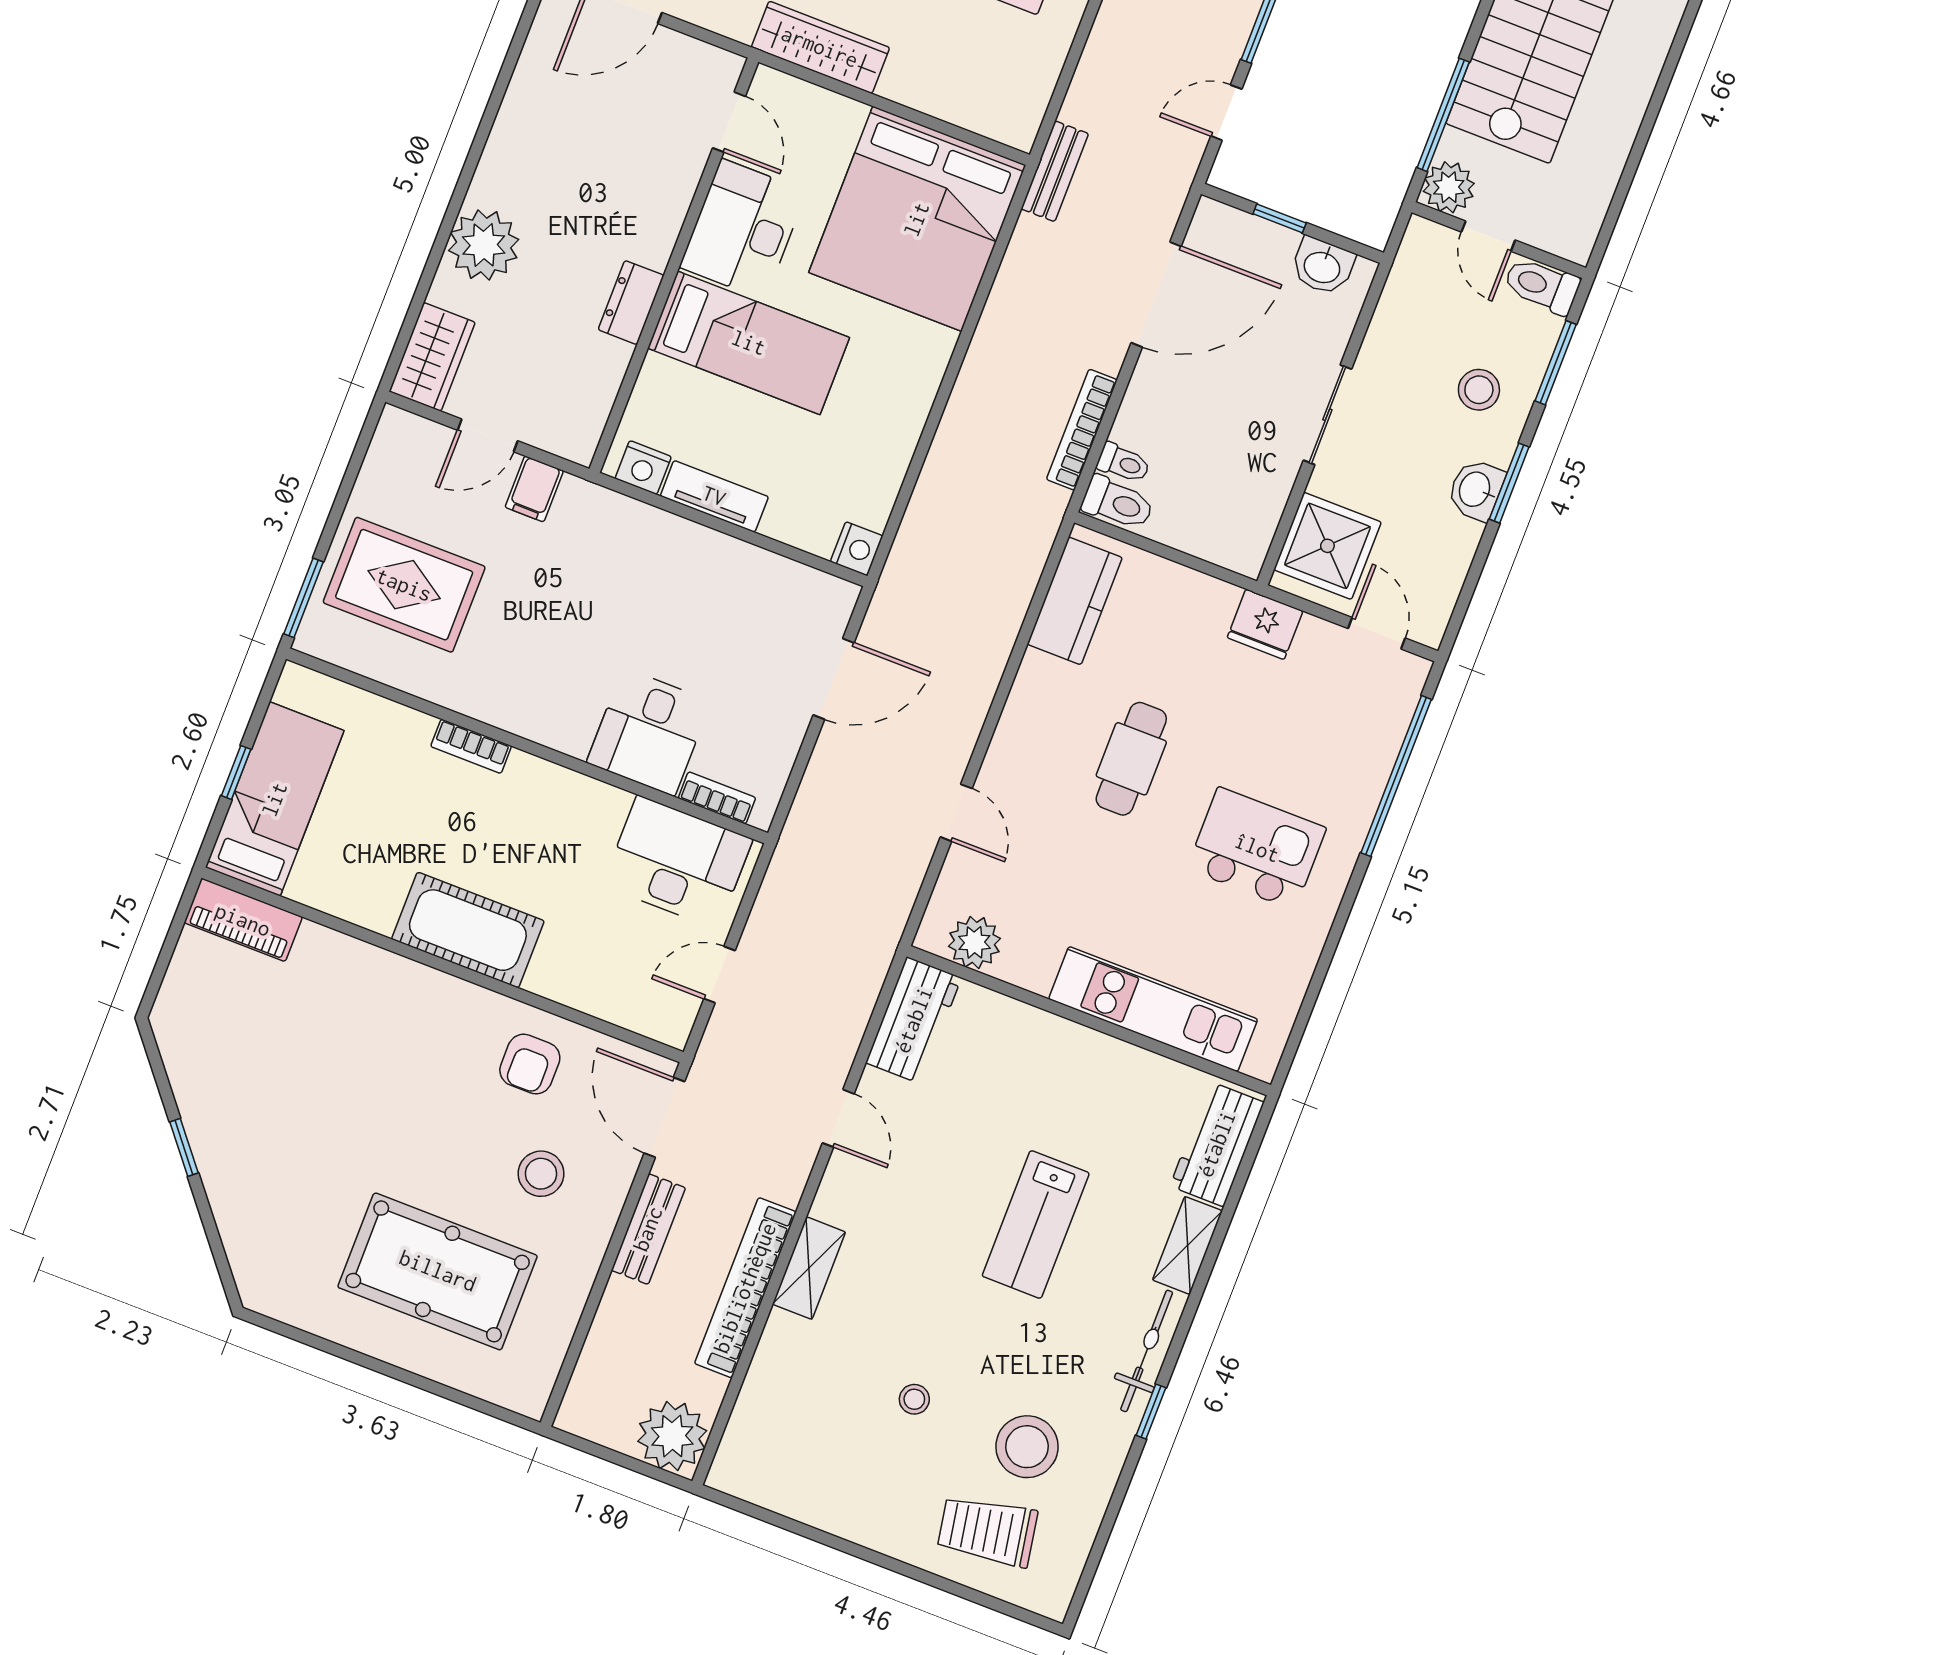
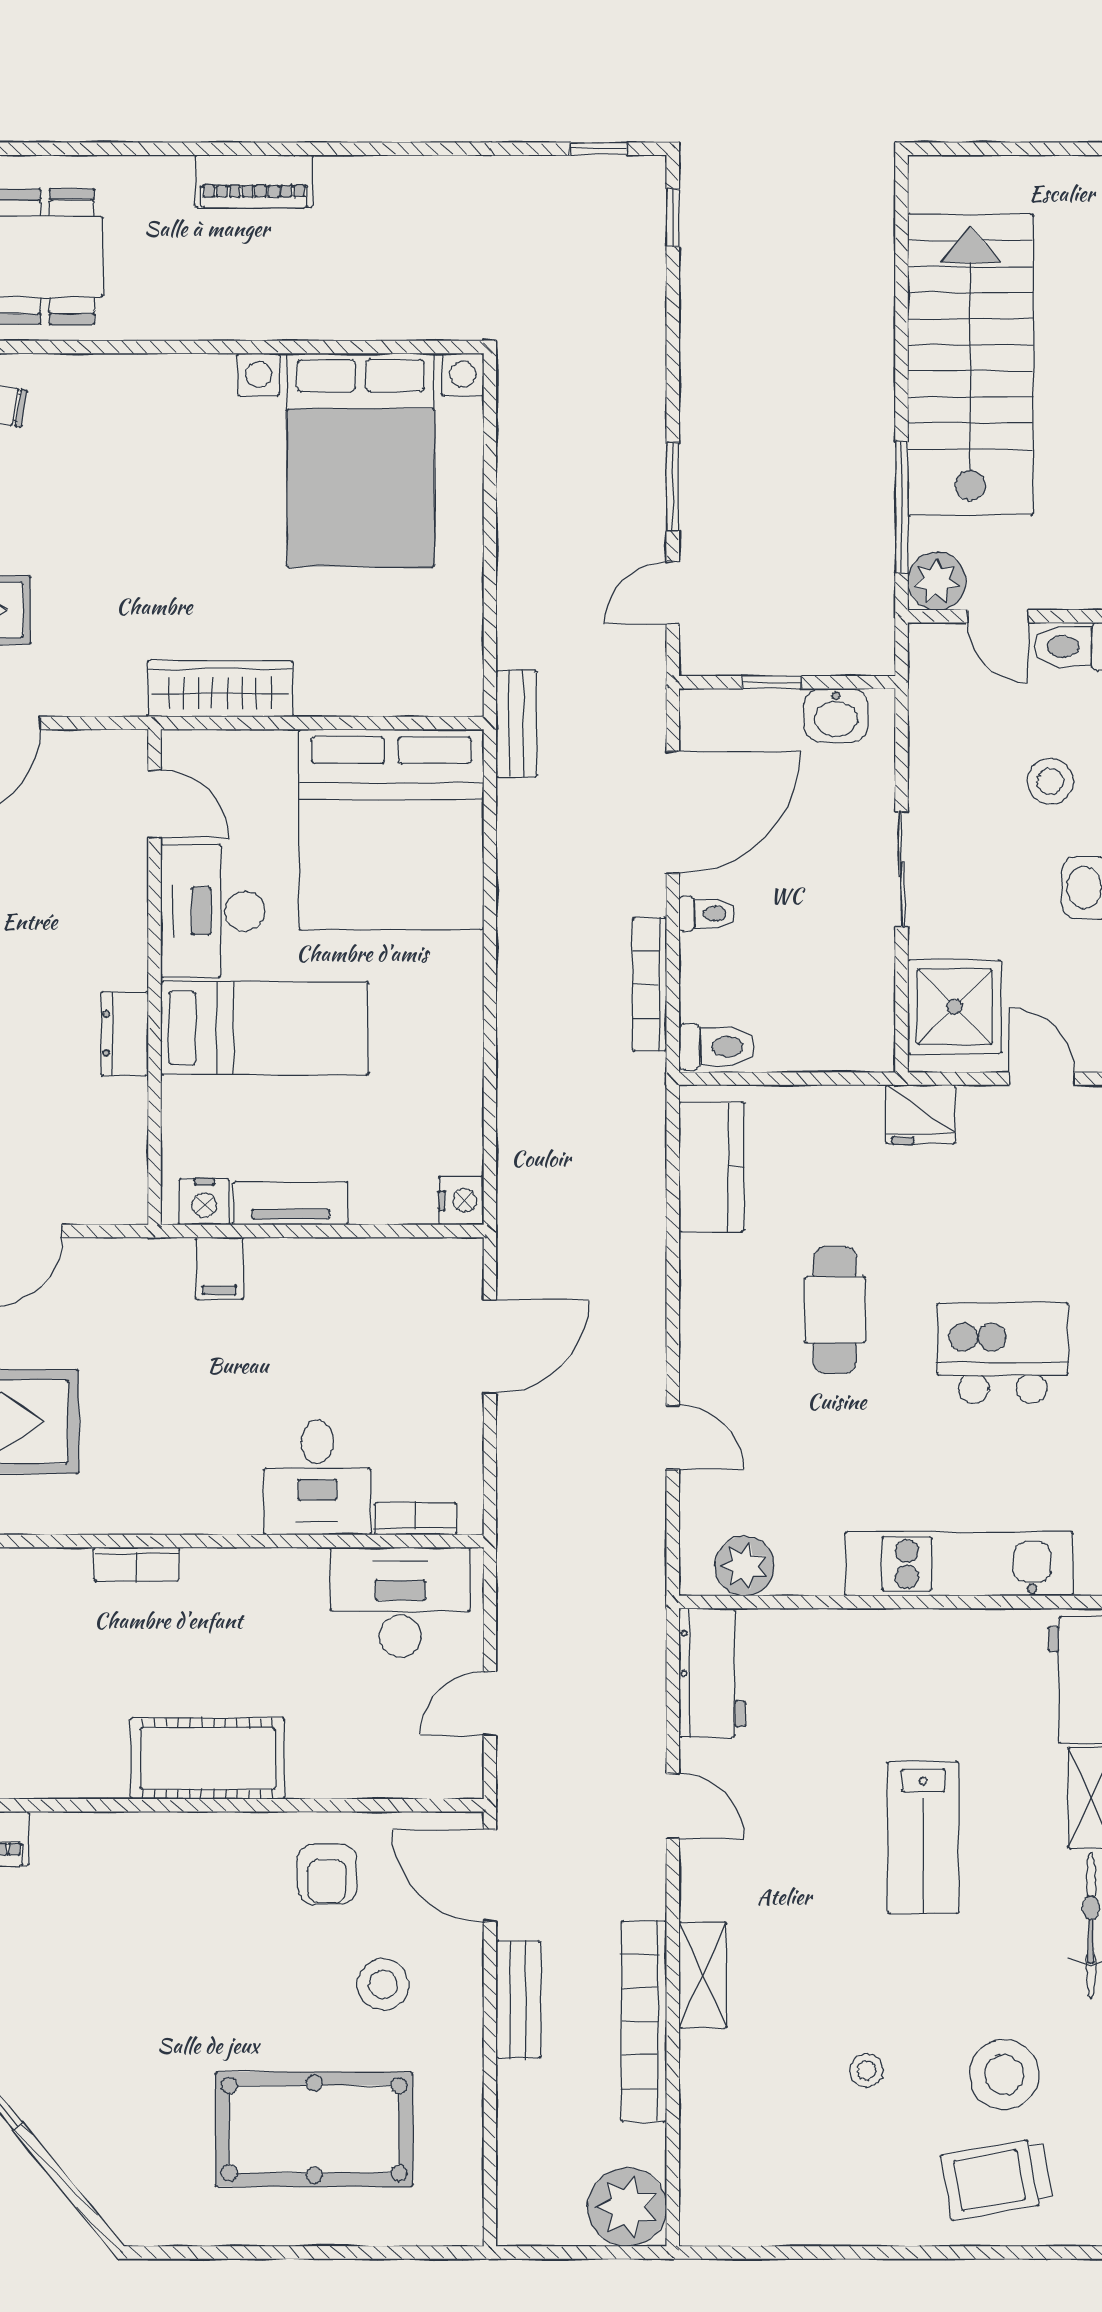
toilet: (1124, 463) -> (707, 914), moved
filing cabinet: (534, 489) -> (219, 1268), moved

